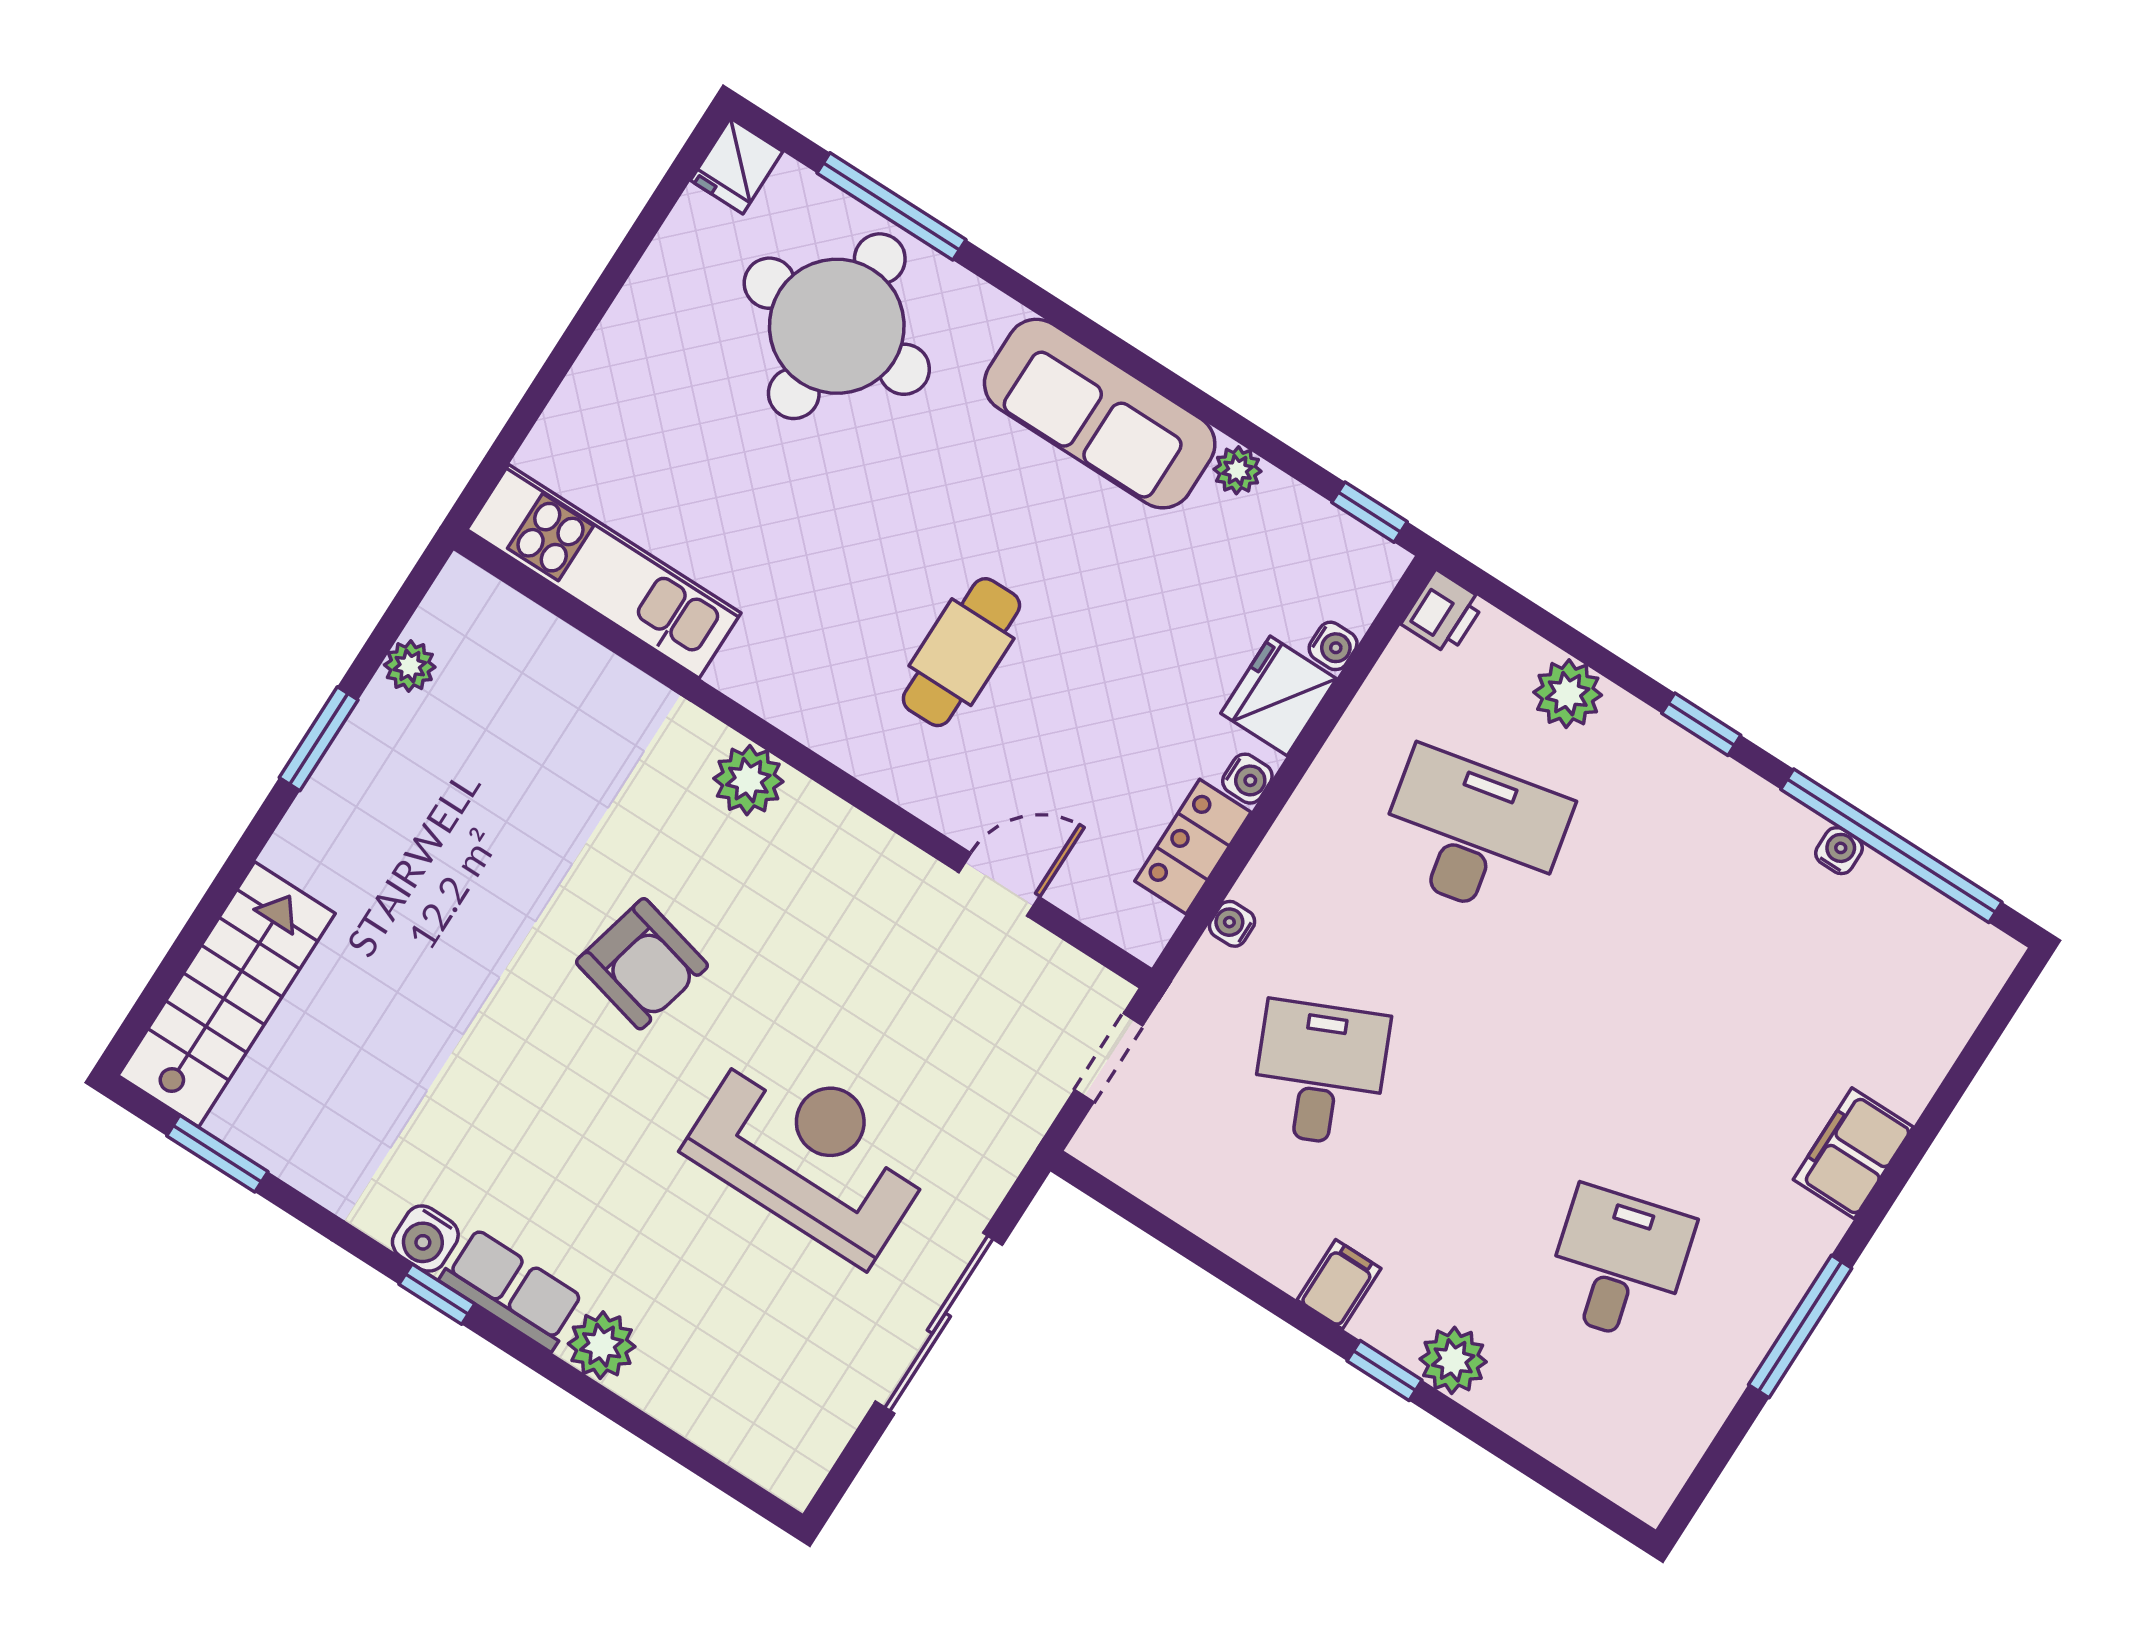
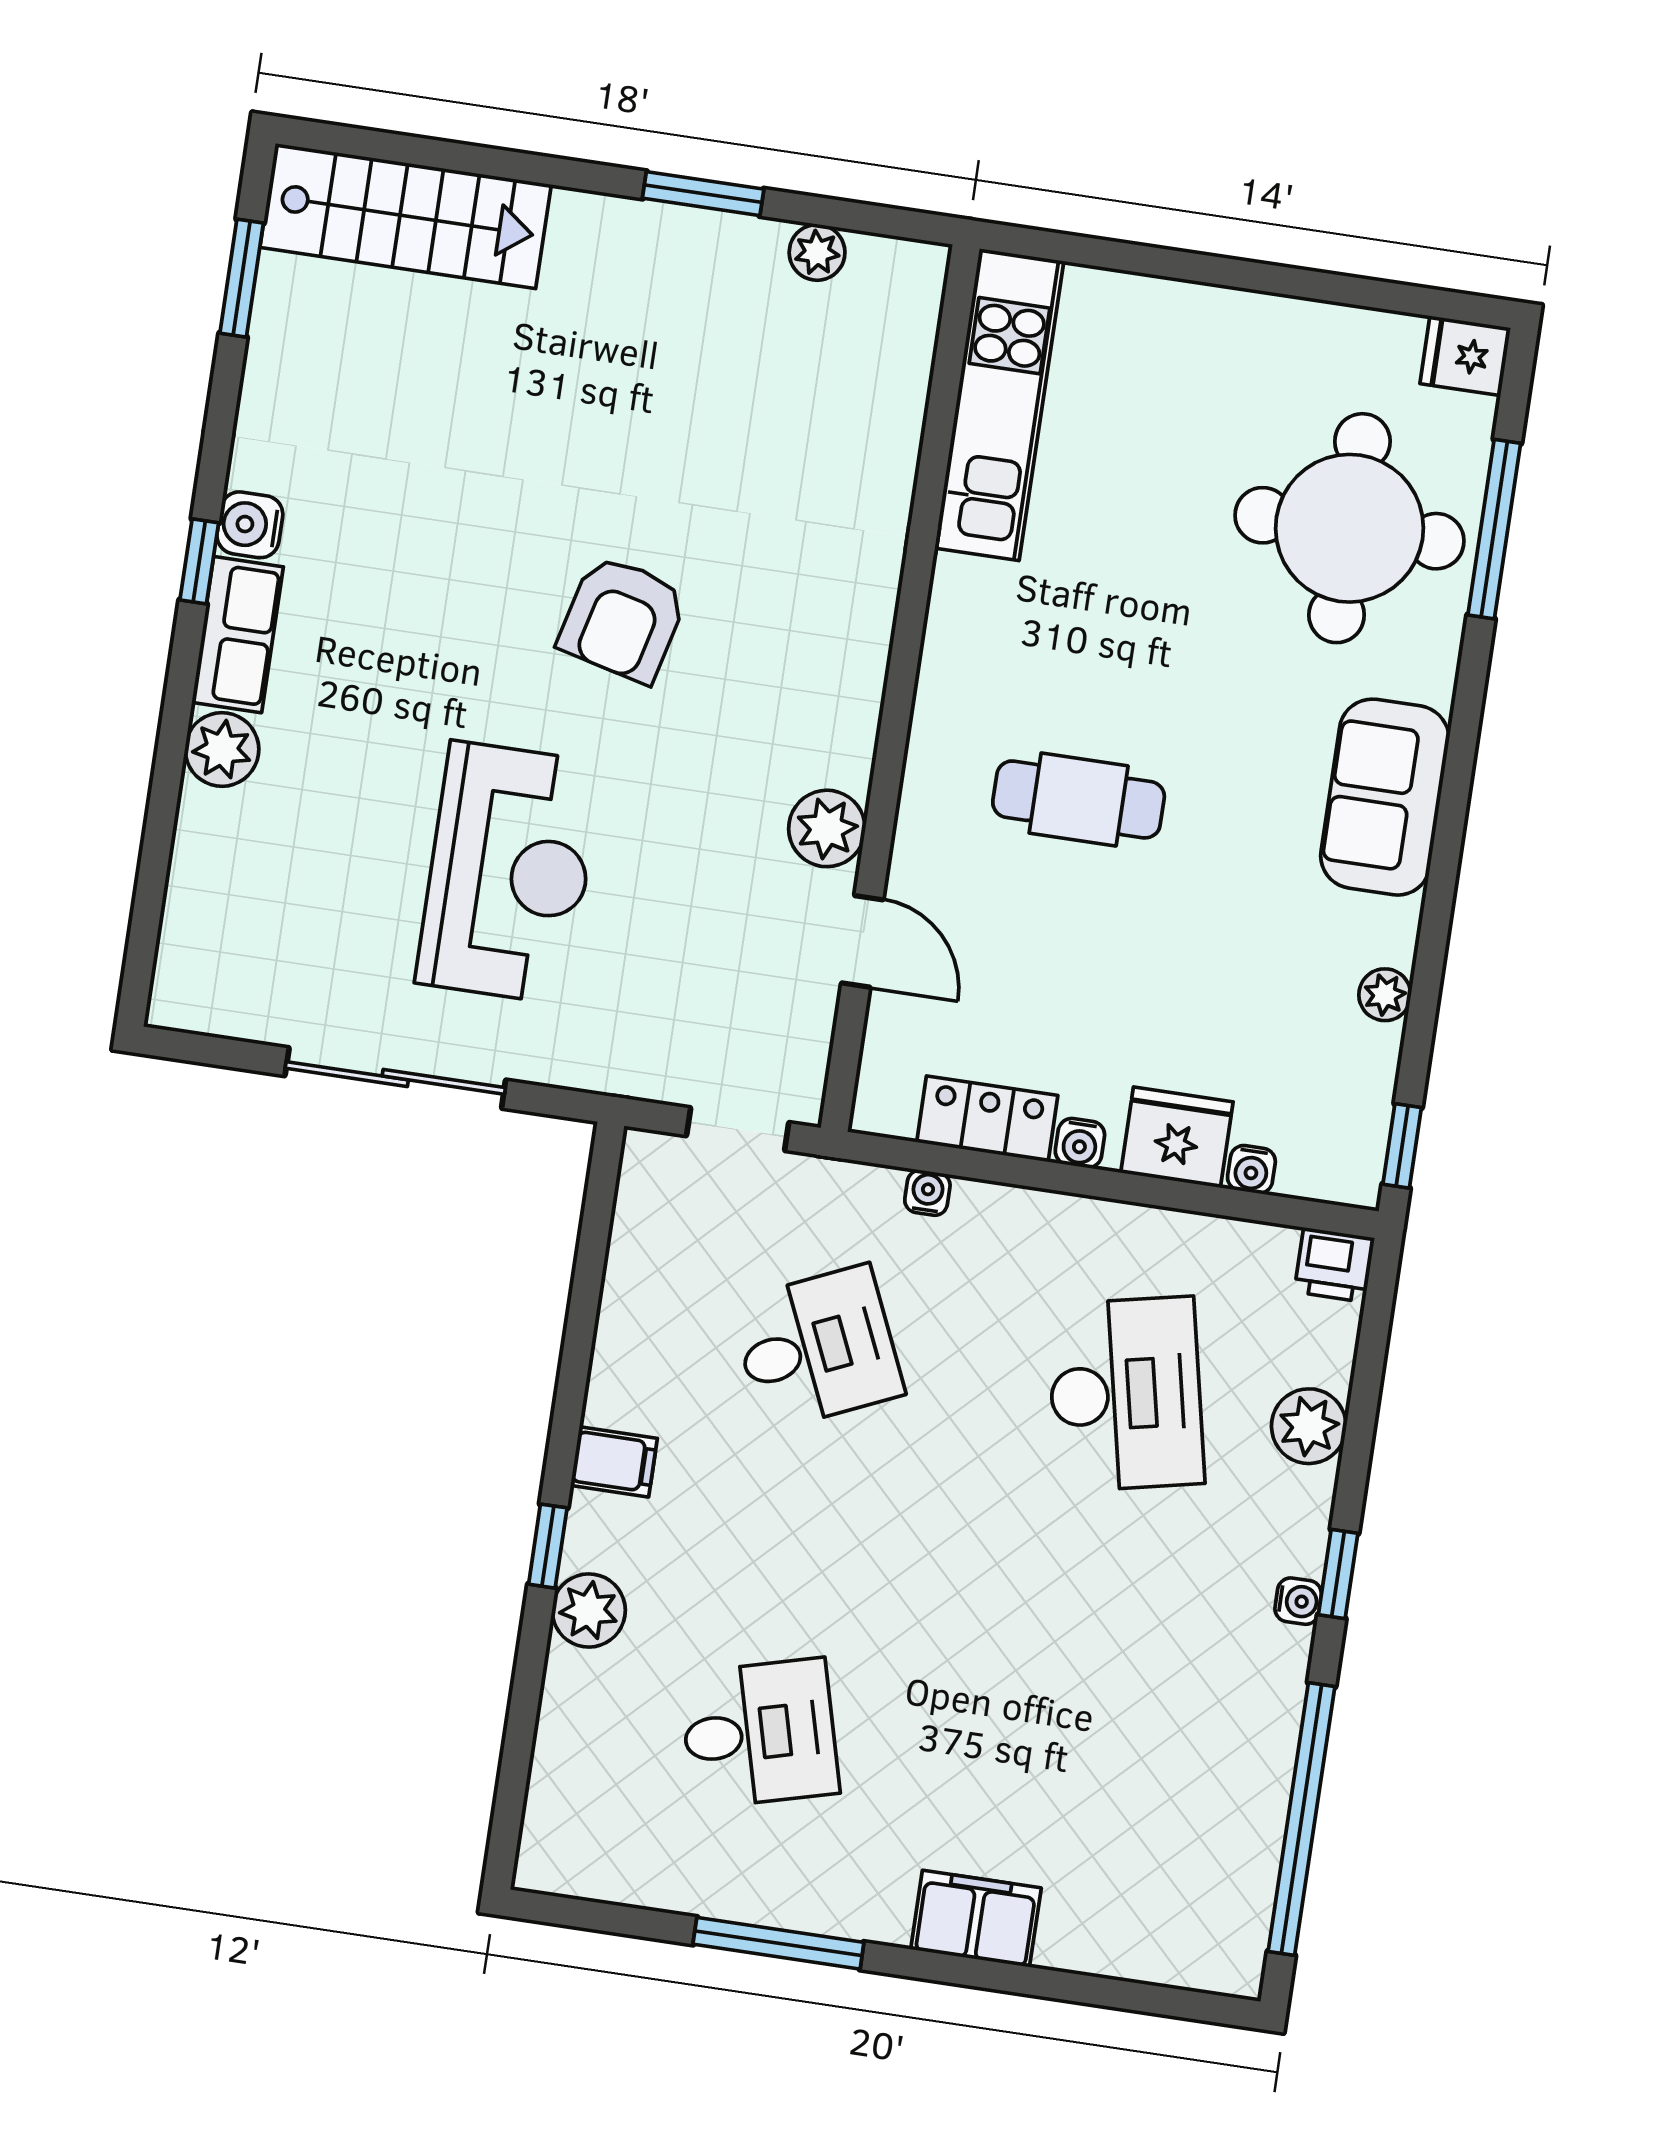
sofa: (1100, 414) -> (1385, 797), width x0.73
plant: (748, 780) -> (827, 828), moved
water cooler: (1839, 851) -> (1298, 1601), moved

